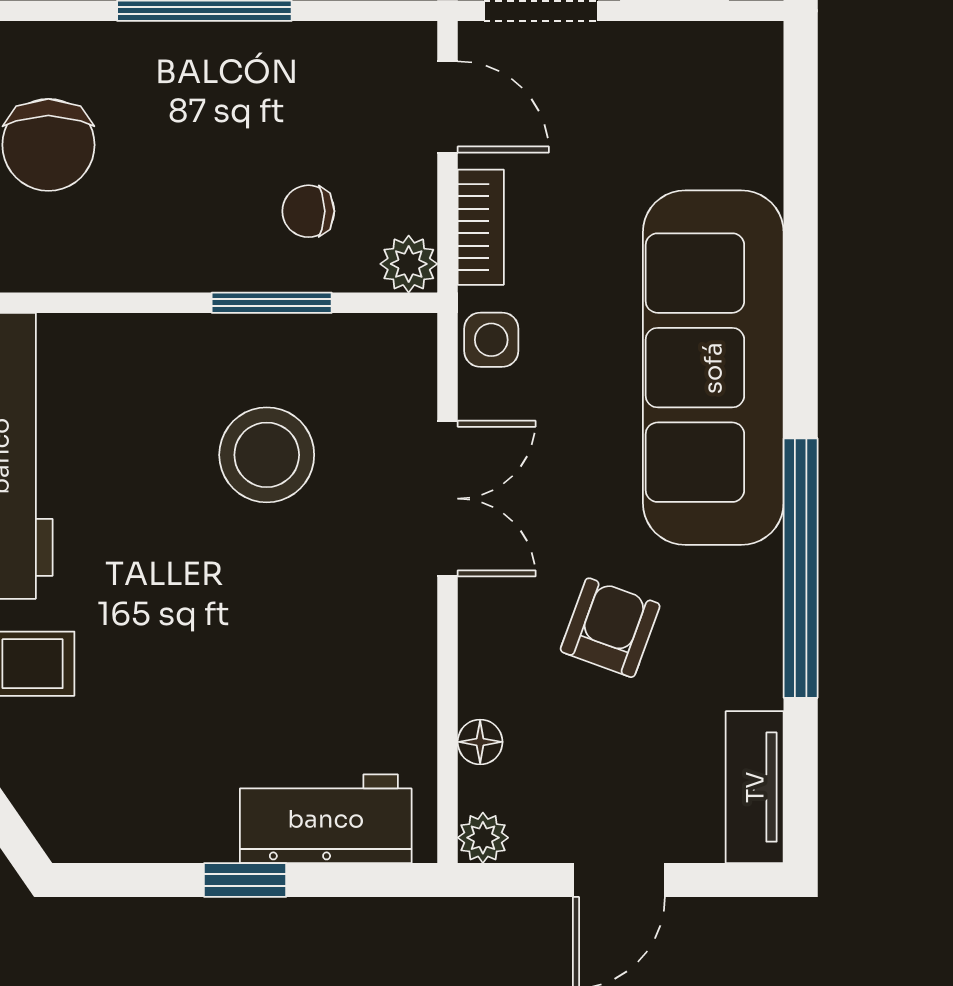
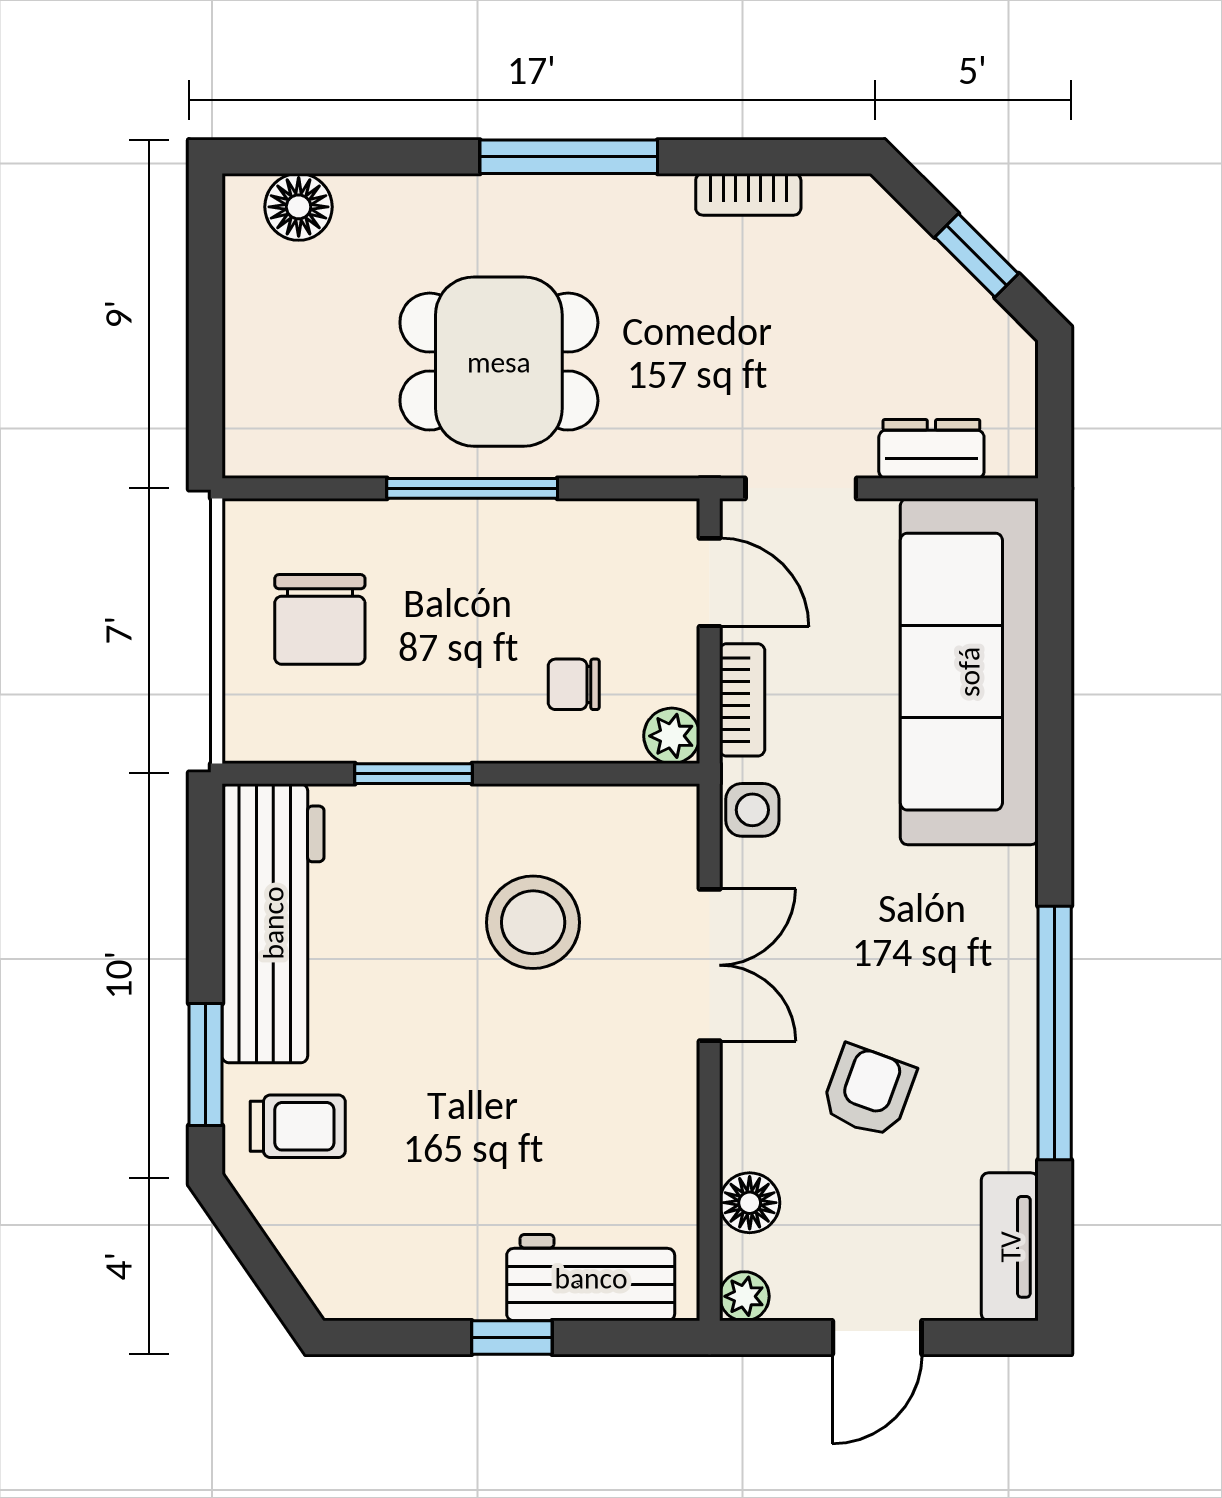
window: (272, 303) -> (414, 774), moved
sofa: (713, 368) -> (969, 672), moved
floor lamp: (480, 742) -> (750, 1203), width x1.37, depth x1.37

